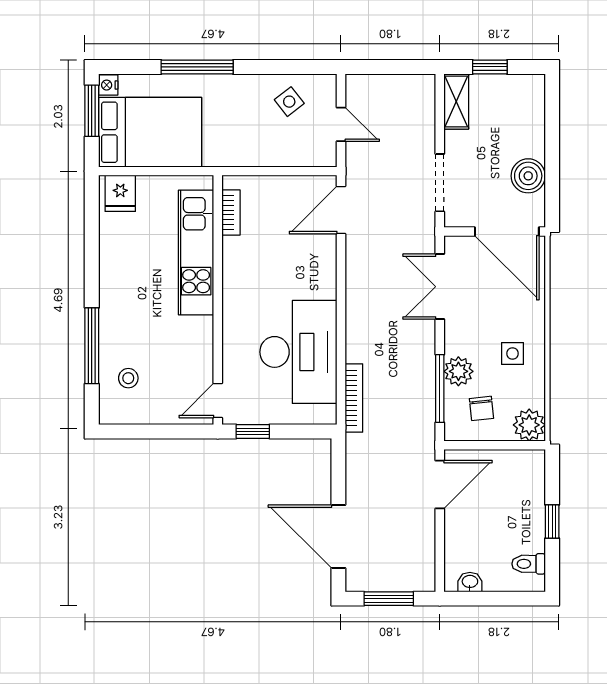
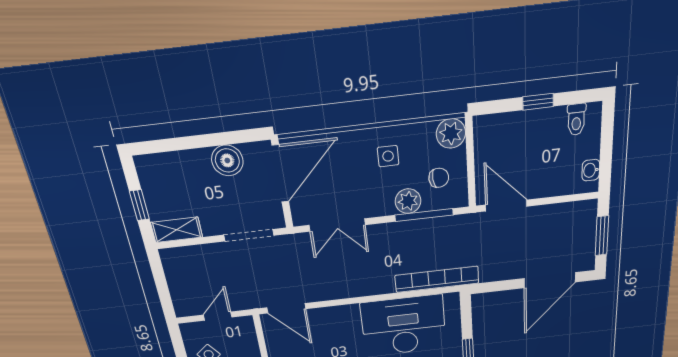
bookcase: (354, 398) -> (437, 279), width x1.48, depth x1.31

